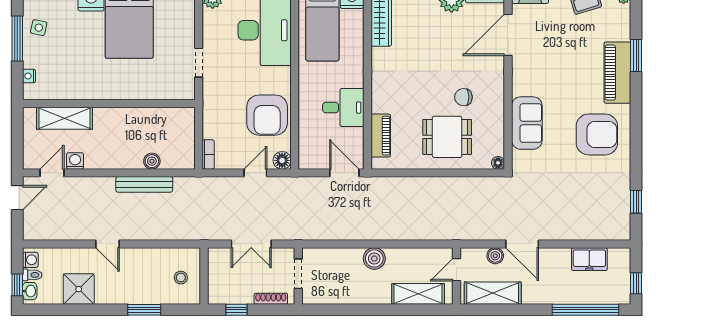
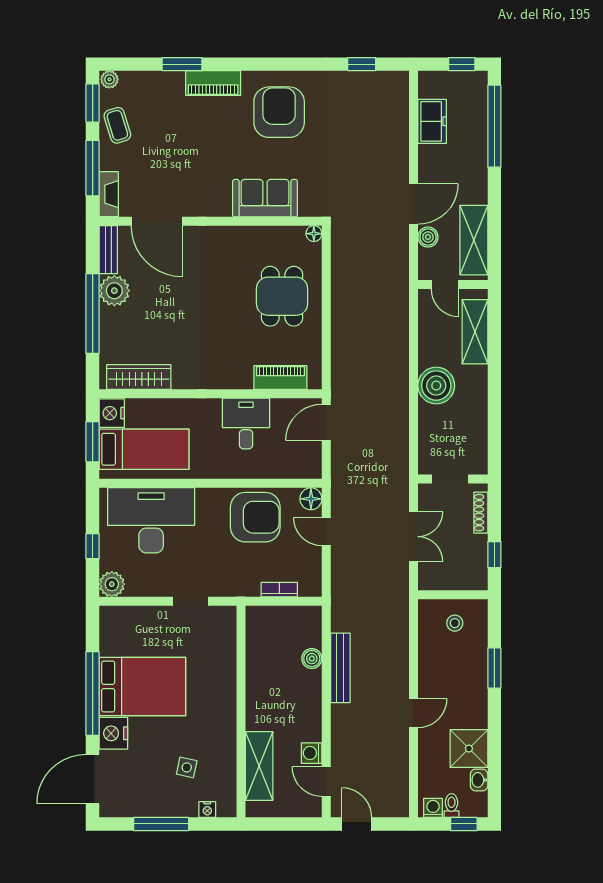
side table: (39, 28) -> (187, 767), moved
piano: (617, 73) -> (213, 83), width x0.73, depth x0.75
chair: (463, 97) -> (233, 276), removed
bookcase: (208, 154) -> (279, 590), moved
boiler: (374, 258) -> (436, 386), width x1.37, depth x1.37
washbasin: (30, 291) -> (479, 780), moved, turned -90

